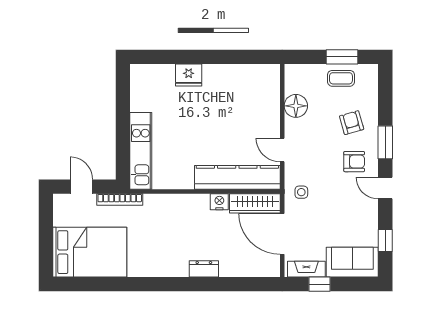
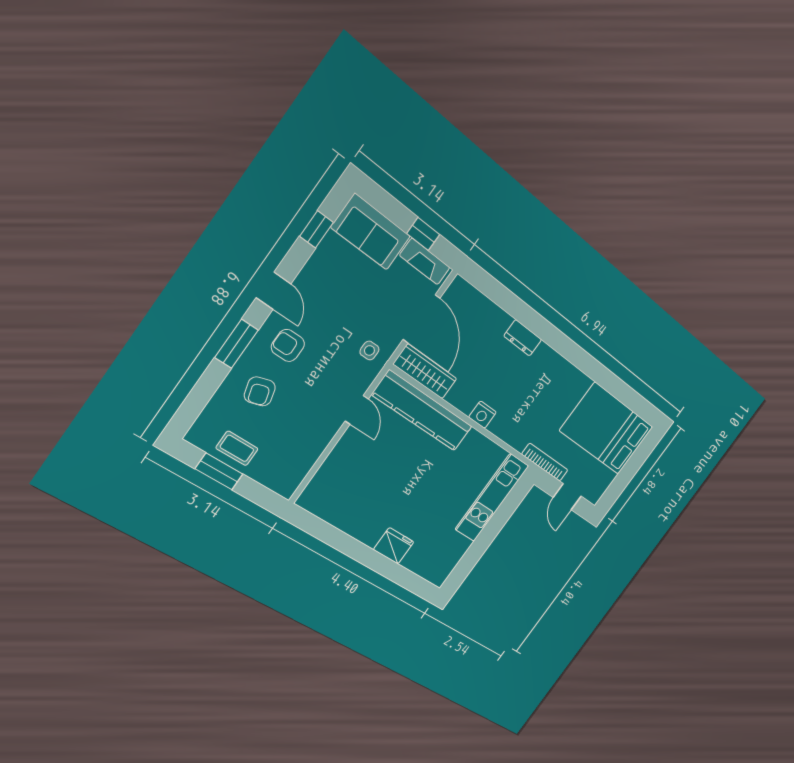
floor lamp: (296, 106) -> (308, 448), removed
nightstand: (219, 202) -> (482, 415), moved

